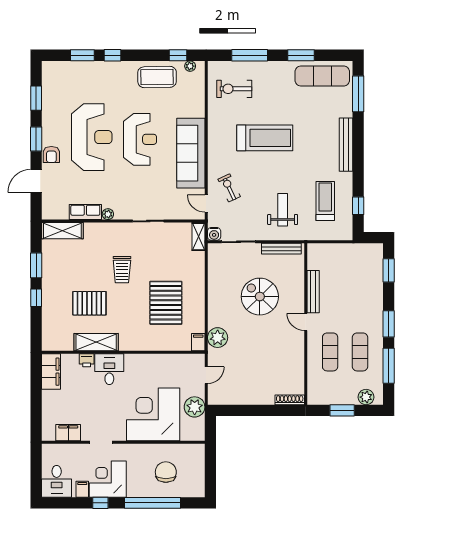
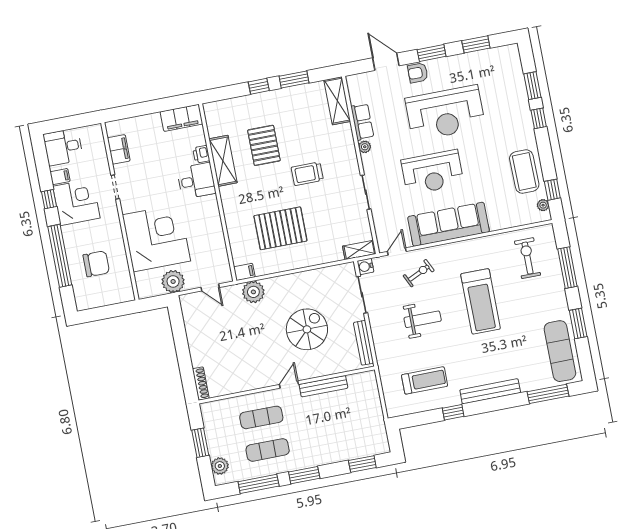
reception desk: (140, 139) -> (432, 172), moved
window: (358, 206) -> (453, 412), moved
weight bench: (283, 210) -> (423, 319), moved

